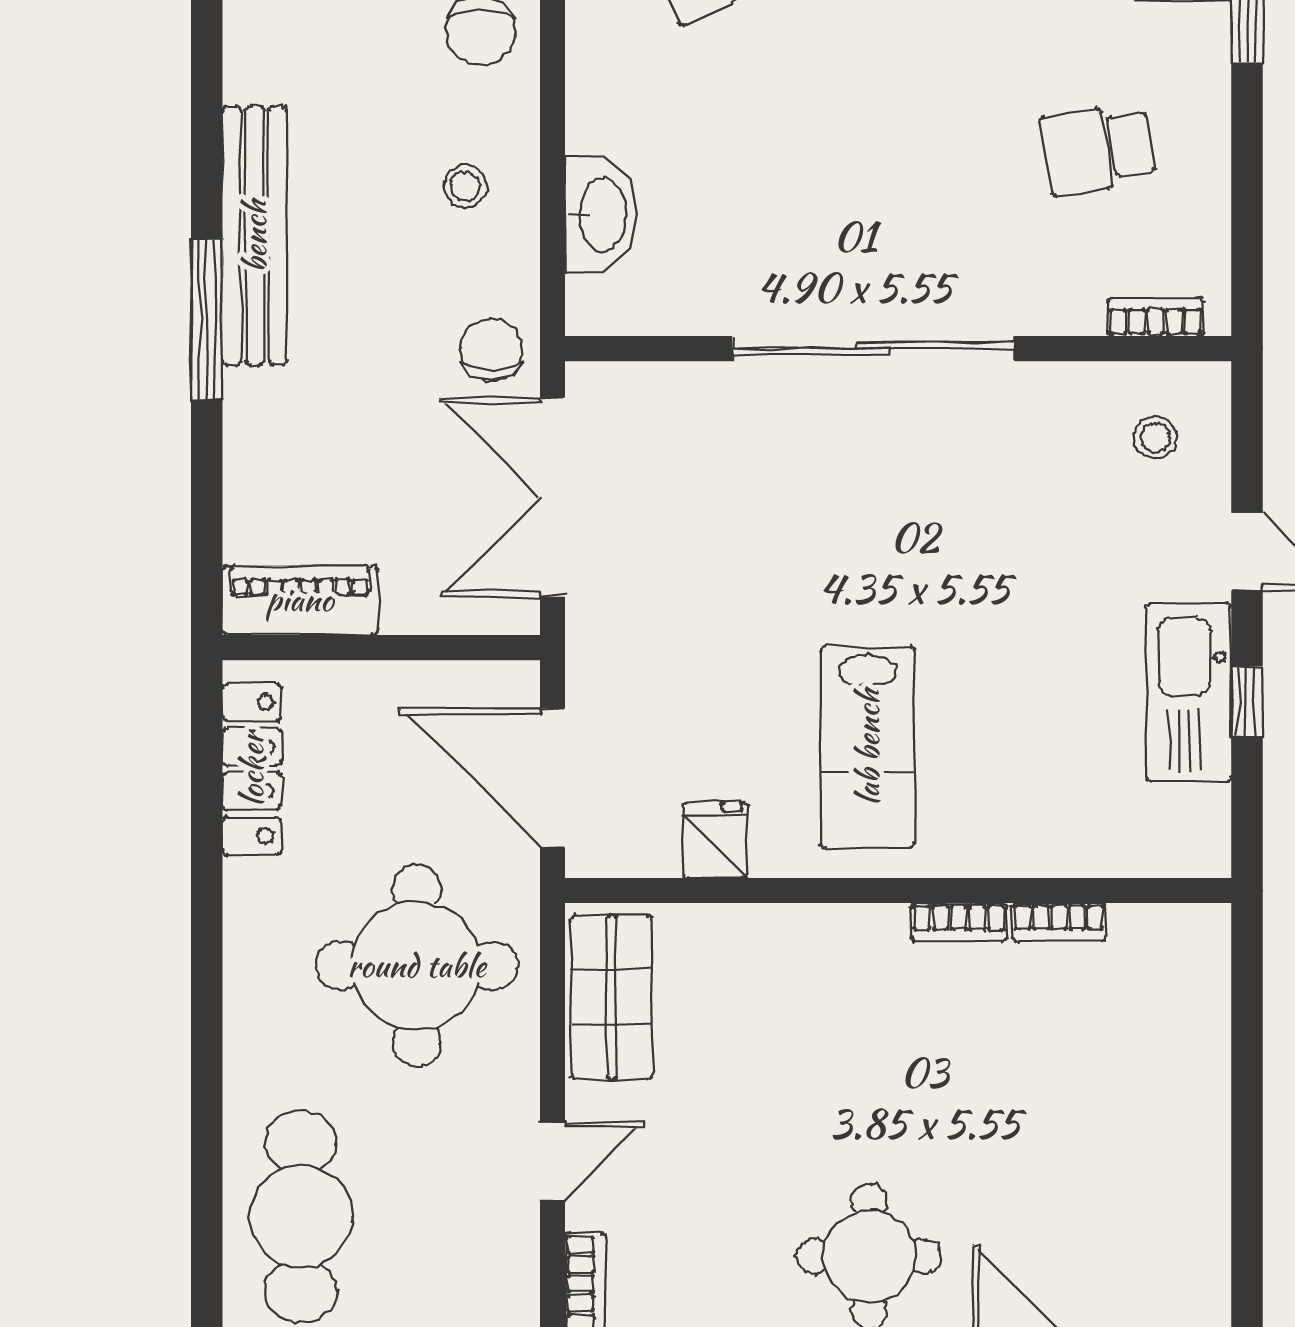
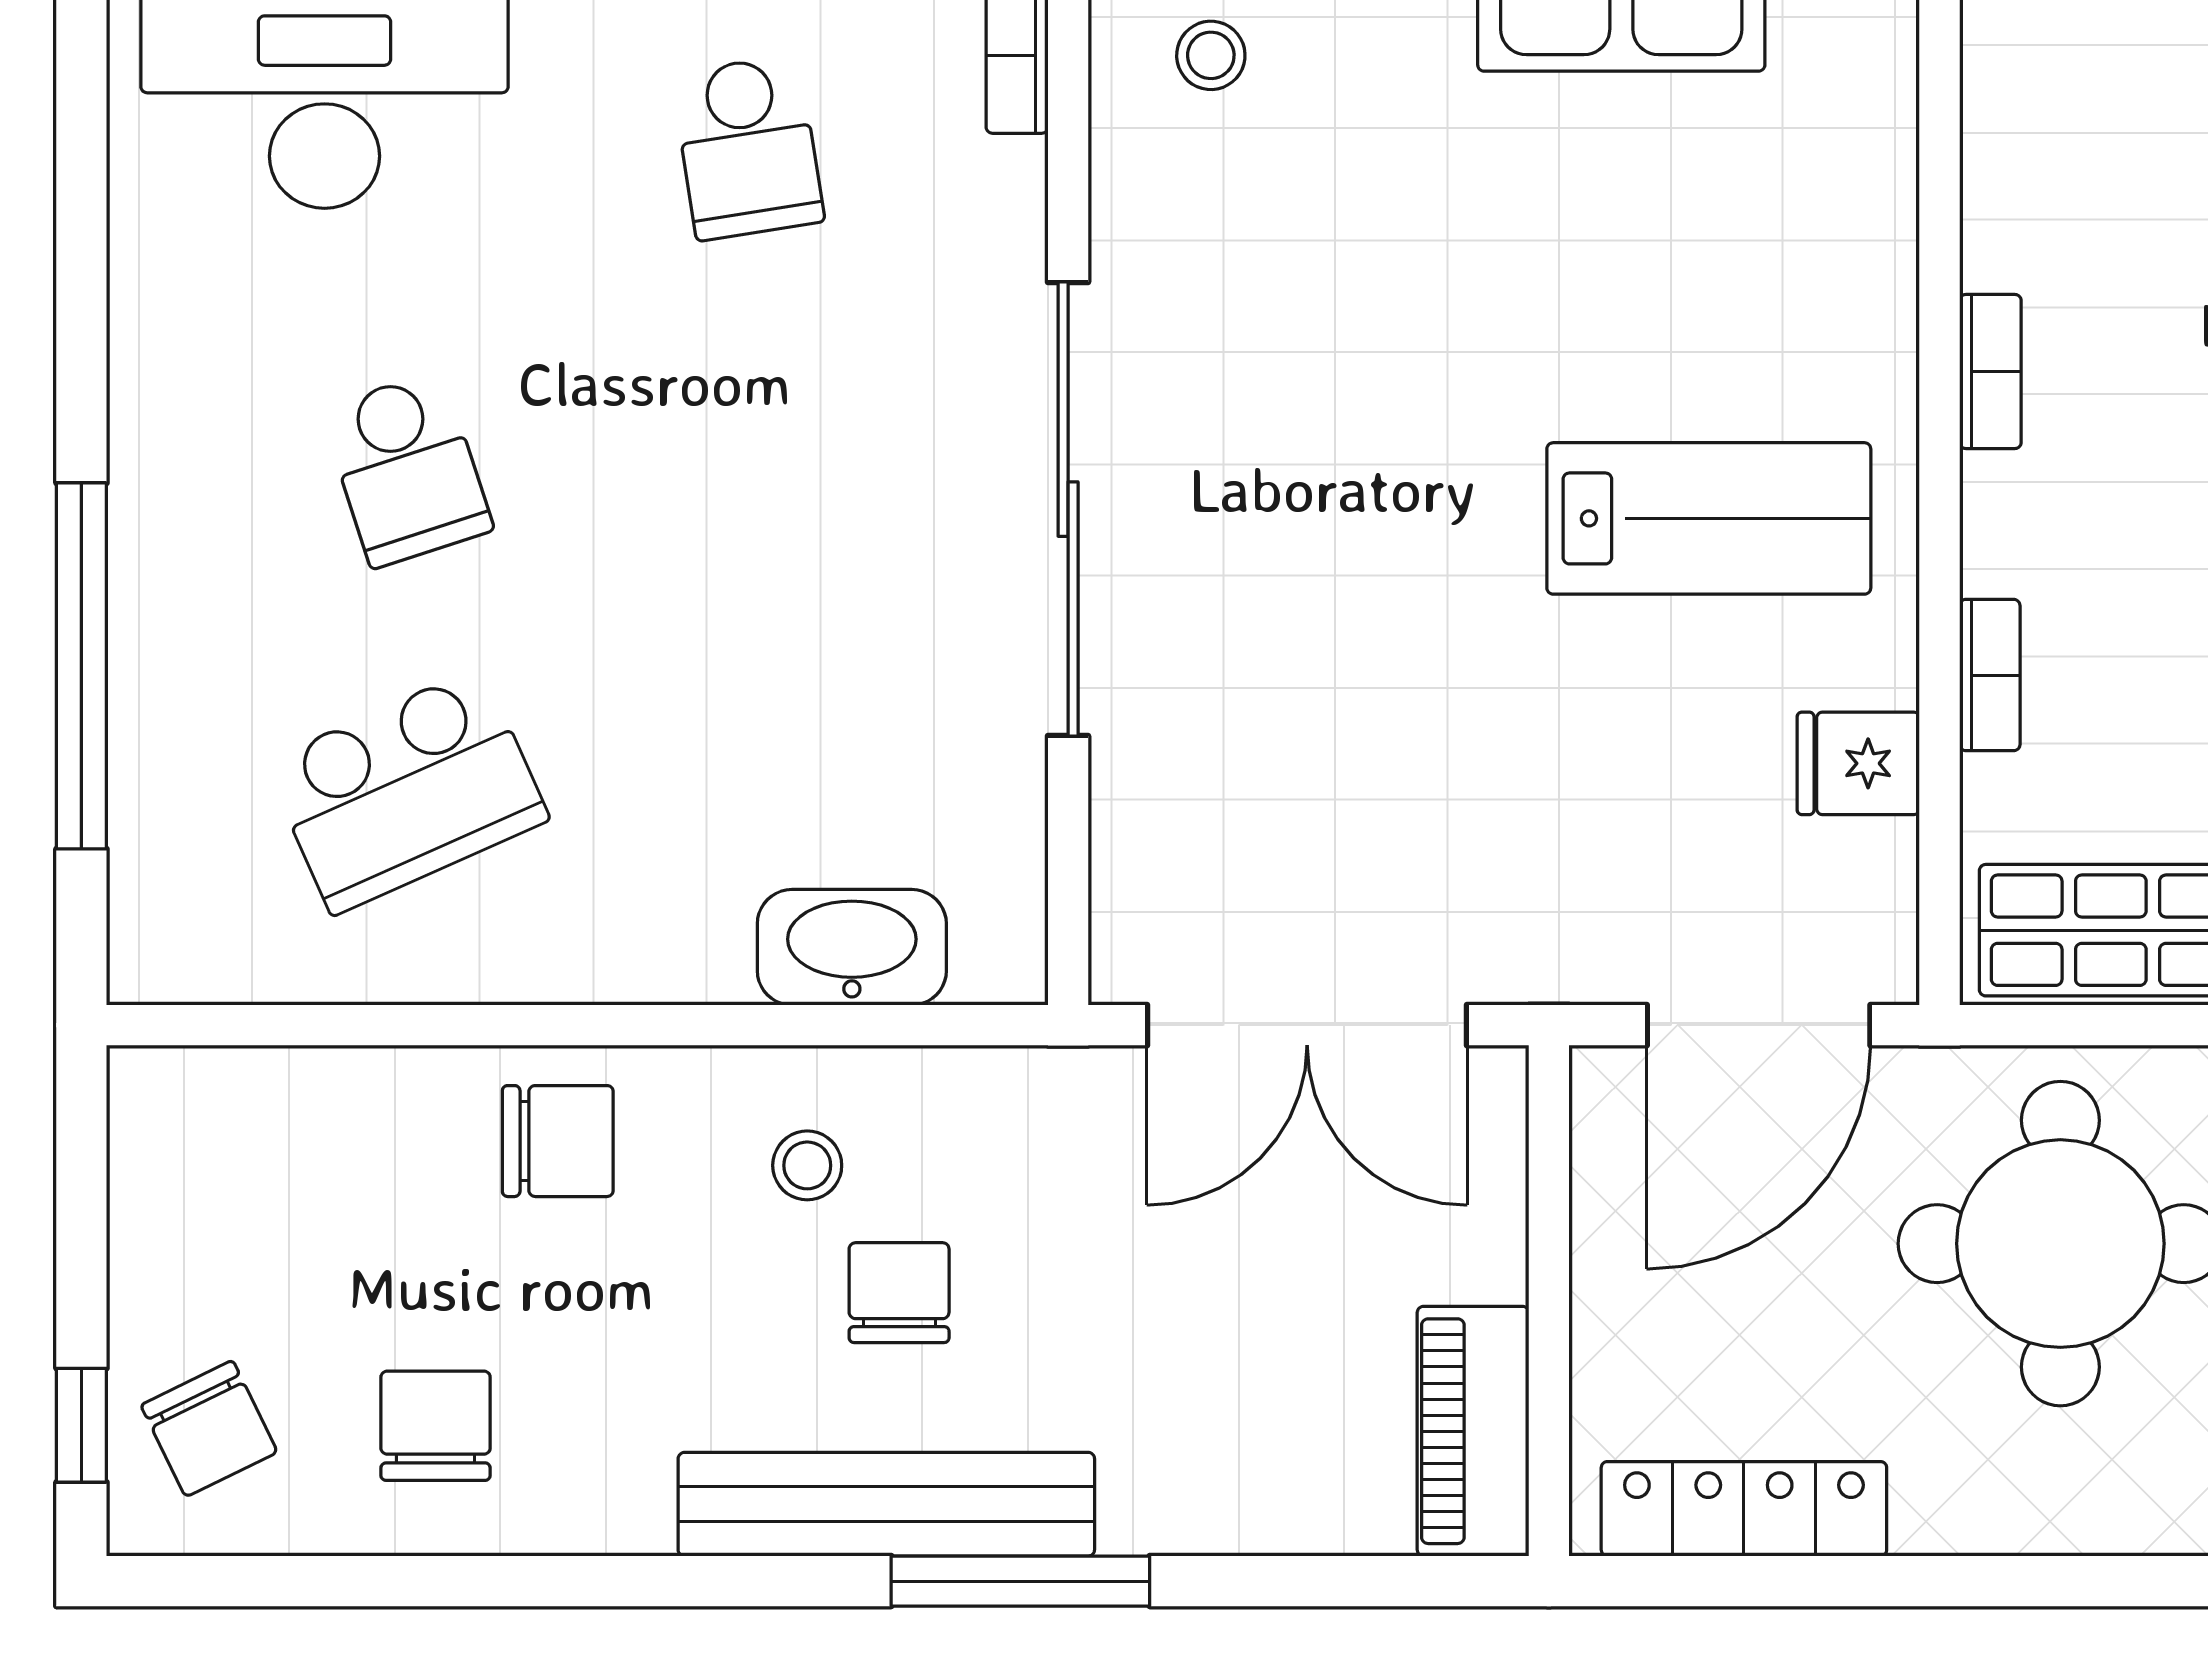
chair: (491, 349) -> (899, 1293), moved, turned 90
bookcase: (1059, 922) -> (1990, 675), moved

